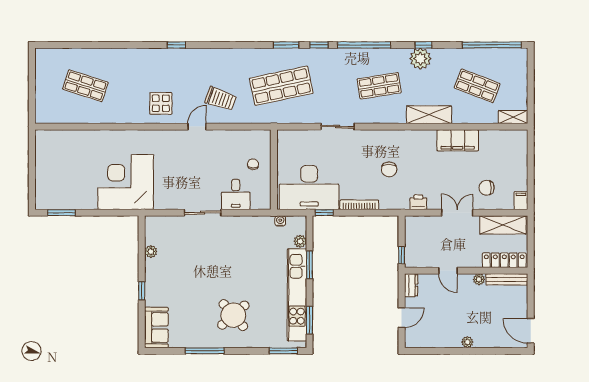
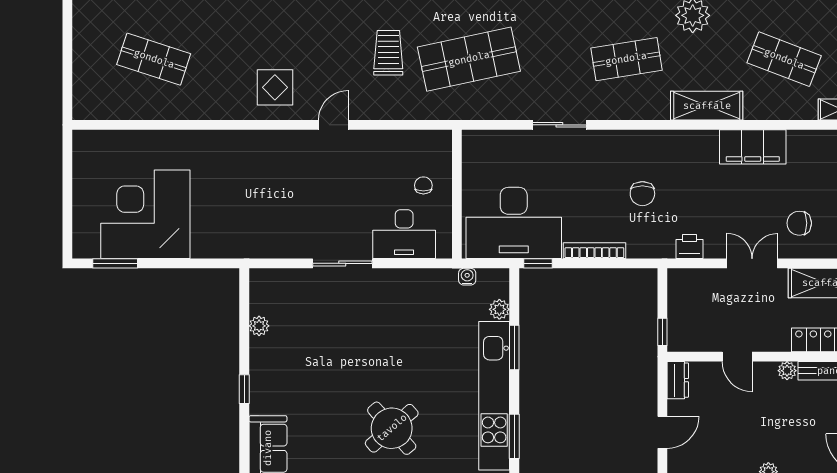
trolley: (221, 99) -> (388, 53), moved, turned -109
corner desk: (126, 182) -> (145, 214), moved
desk: (236, 194) -> (404, 234), width x1.37

